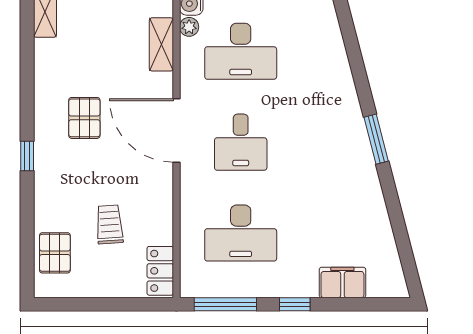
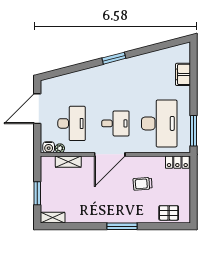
pallet: (84, 118) -> (104, 199), removed
window: (27, 156) -> (122, 226), width x2.17
trolley: (110, 224) -> (143, 184), moved
desk: (241, 233) -> (159, 123), width x1.36, depth x1.30
window: (295, 304) -> (193, 97), removed

